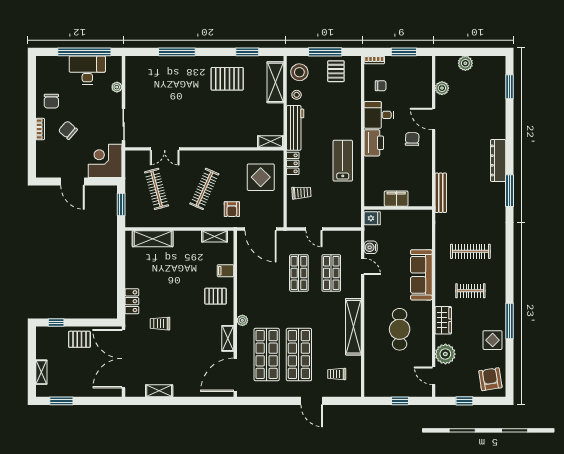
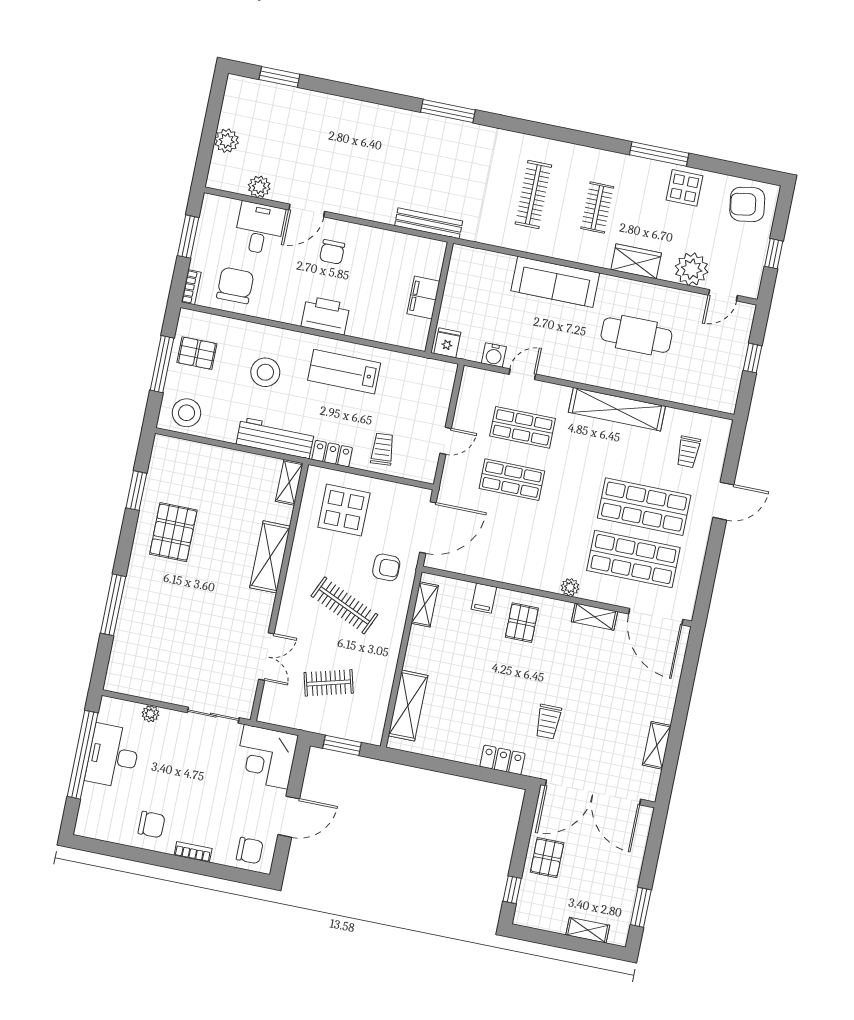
shelving: (275, 82) -> (270, 557), moved, turned 90
chair: (381, 86) -> (235, 285), width x1.87, depth x1.87
stool: (297, 95) -> (265, 372), moved, width x1.89, depth x1.89
desk: (379, 115) -> (259, 228), moved, turned 180
chair: (68, 130) -> (250, 851), moved, turned -131
chair: (412, 139) -> (332, 252), turned -92
dresser: (498, 160) -> (395, 120), removed
clothes rail: (157, 189) -> (329, 683), width x0.73

